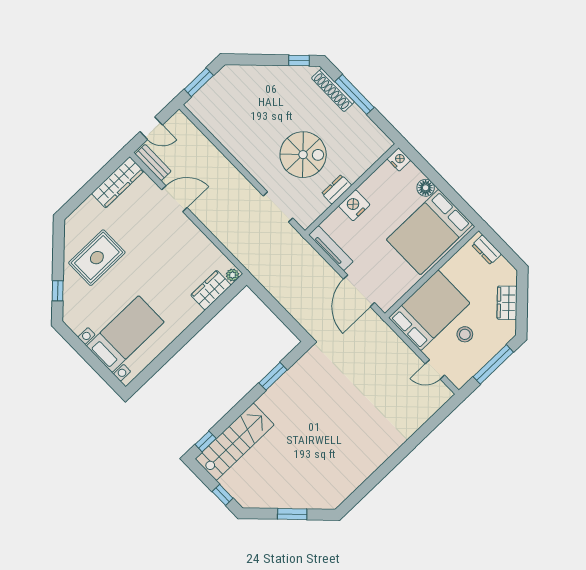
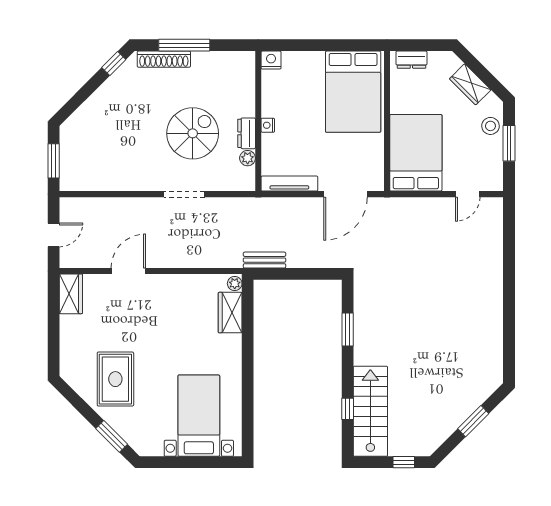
bench: (153, 163) -> (265, 260), moved
wardrobe: (118, 182) -> (71, 294), width x0.67
floor lamp: (426, 188) -> (314, 61), removed
plant: (321, 205) -> (248, 158), added
nightstand: (354, 205) -> (268, 125), width x0.53, depth x0.56
doorway: (278, 207) -> (184, 194), moved
window: (58, 291) -> (112, 436), width x1.50
door: (359, 291) -> (346, 194), hinge flipped
stool: (465, 334) -> (490, 126), moved
window: (493, 364) -> (509, 143), width x0.69
window: (206, 441) -> (348, 409), moved

